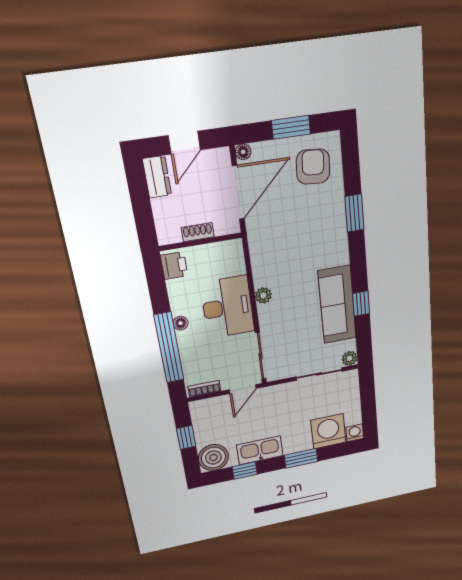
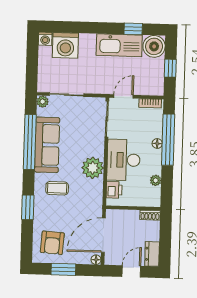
shoe rack: (198, 232) -> (150, 215), moved
coffee table: (316, 248) -> (57, 188), added
printer: (174, 265) -> (114, 190), moved, turned 180
plant: (175, 288) -> (156, 180), added
plant: (263, 295) -> (93, 168), width x1.87, depth x1.87
window: (361, 303) -> (30, 142), width x3.17
floor lamp: (181, 323) -> (157, 143), moved
kitchen sink: (260, 450) -> (119, 45), width x1.36, depth x1.24
window: (301, 458) -> (89, 28), removed

